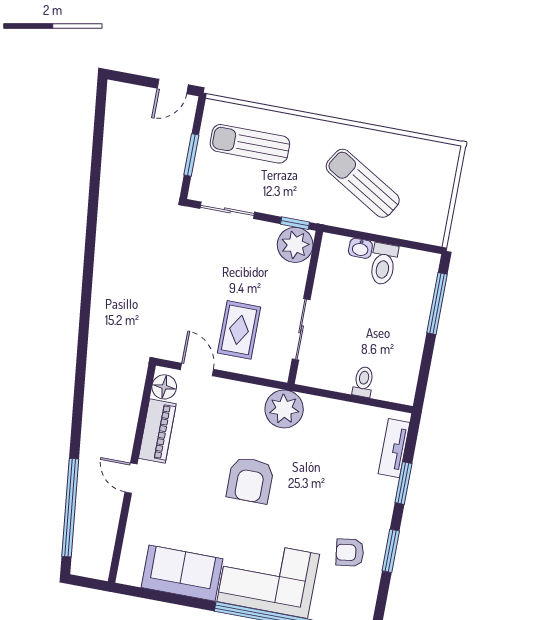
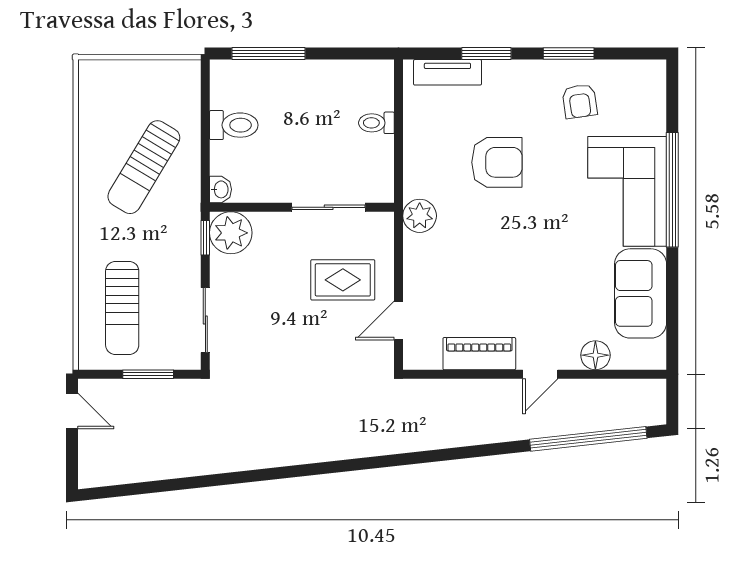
washbasin: (360, 248) -> (221, 189), moved
floor lamp: (164, 387) -> (595, 355), moved
plant: (284, 409) -> (420, 216), width x0.73, depth x0.73
armchair: (250, 480) -> (497, 162), moved

